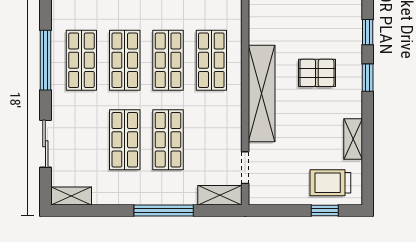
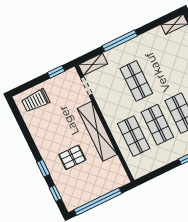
shelving: (353, 139) -> (35, 131), removed
shop shelf: (125, 140) -> (160, 69), removed
trolley: (330, 183) -> (36, 101), turned 180
window: (325, 211) -> (56, 72), moved

